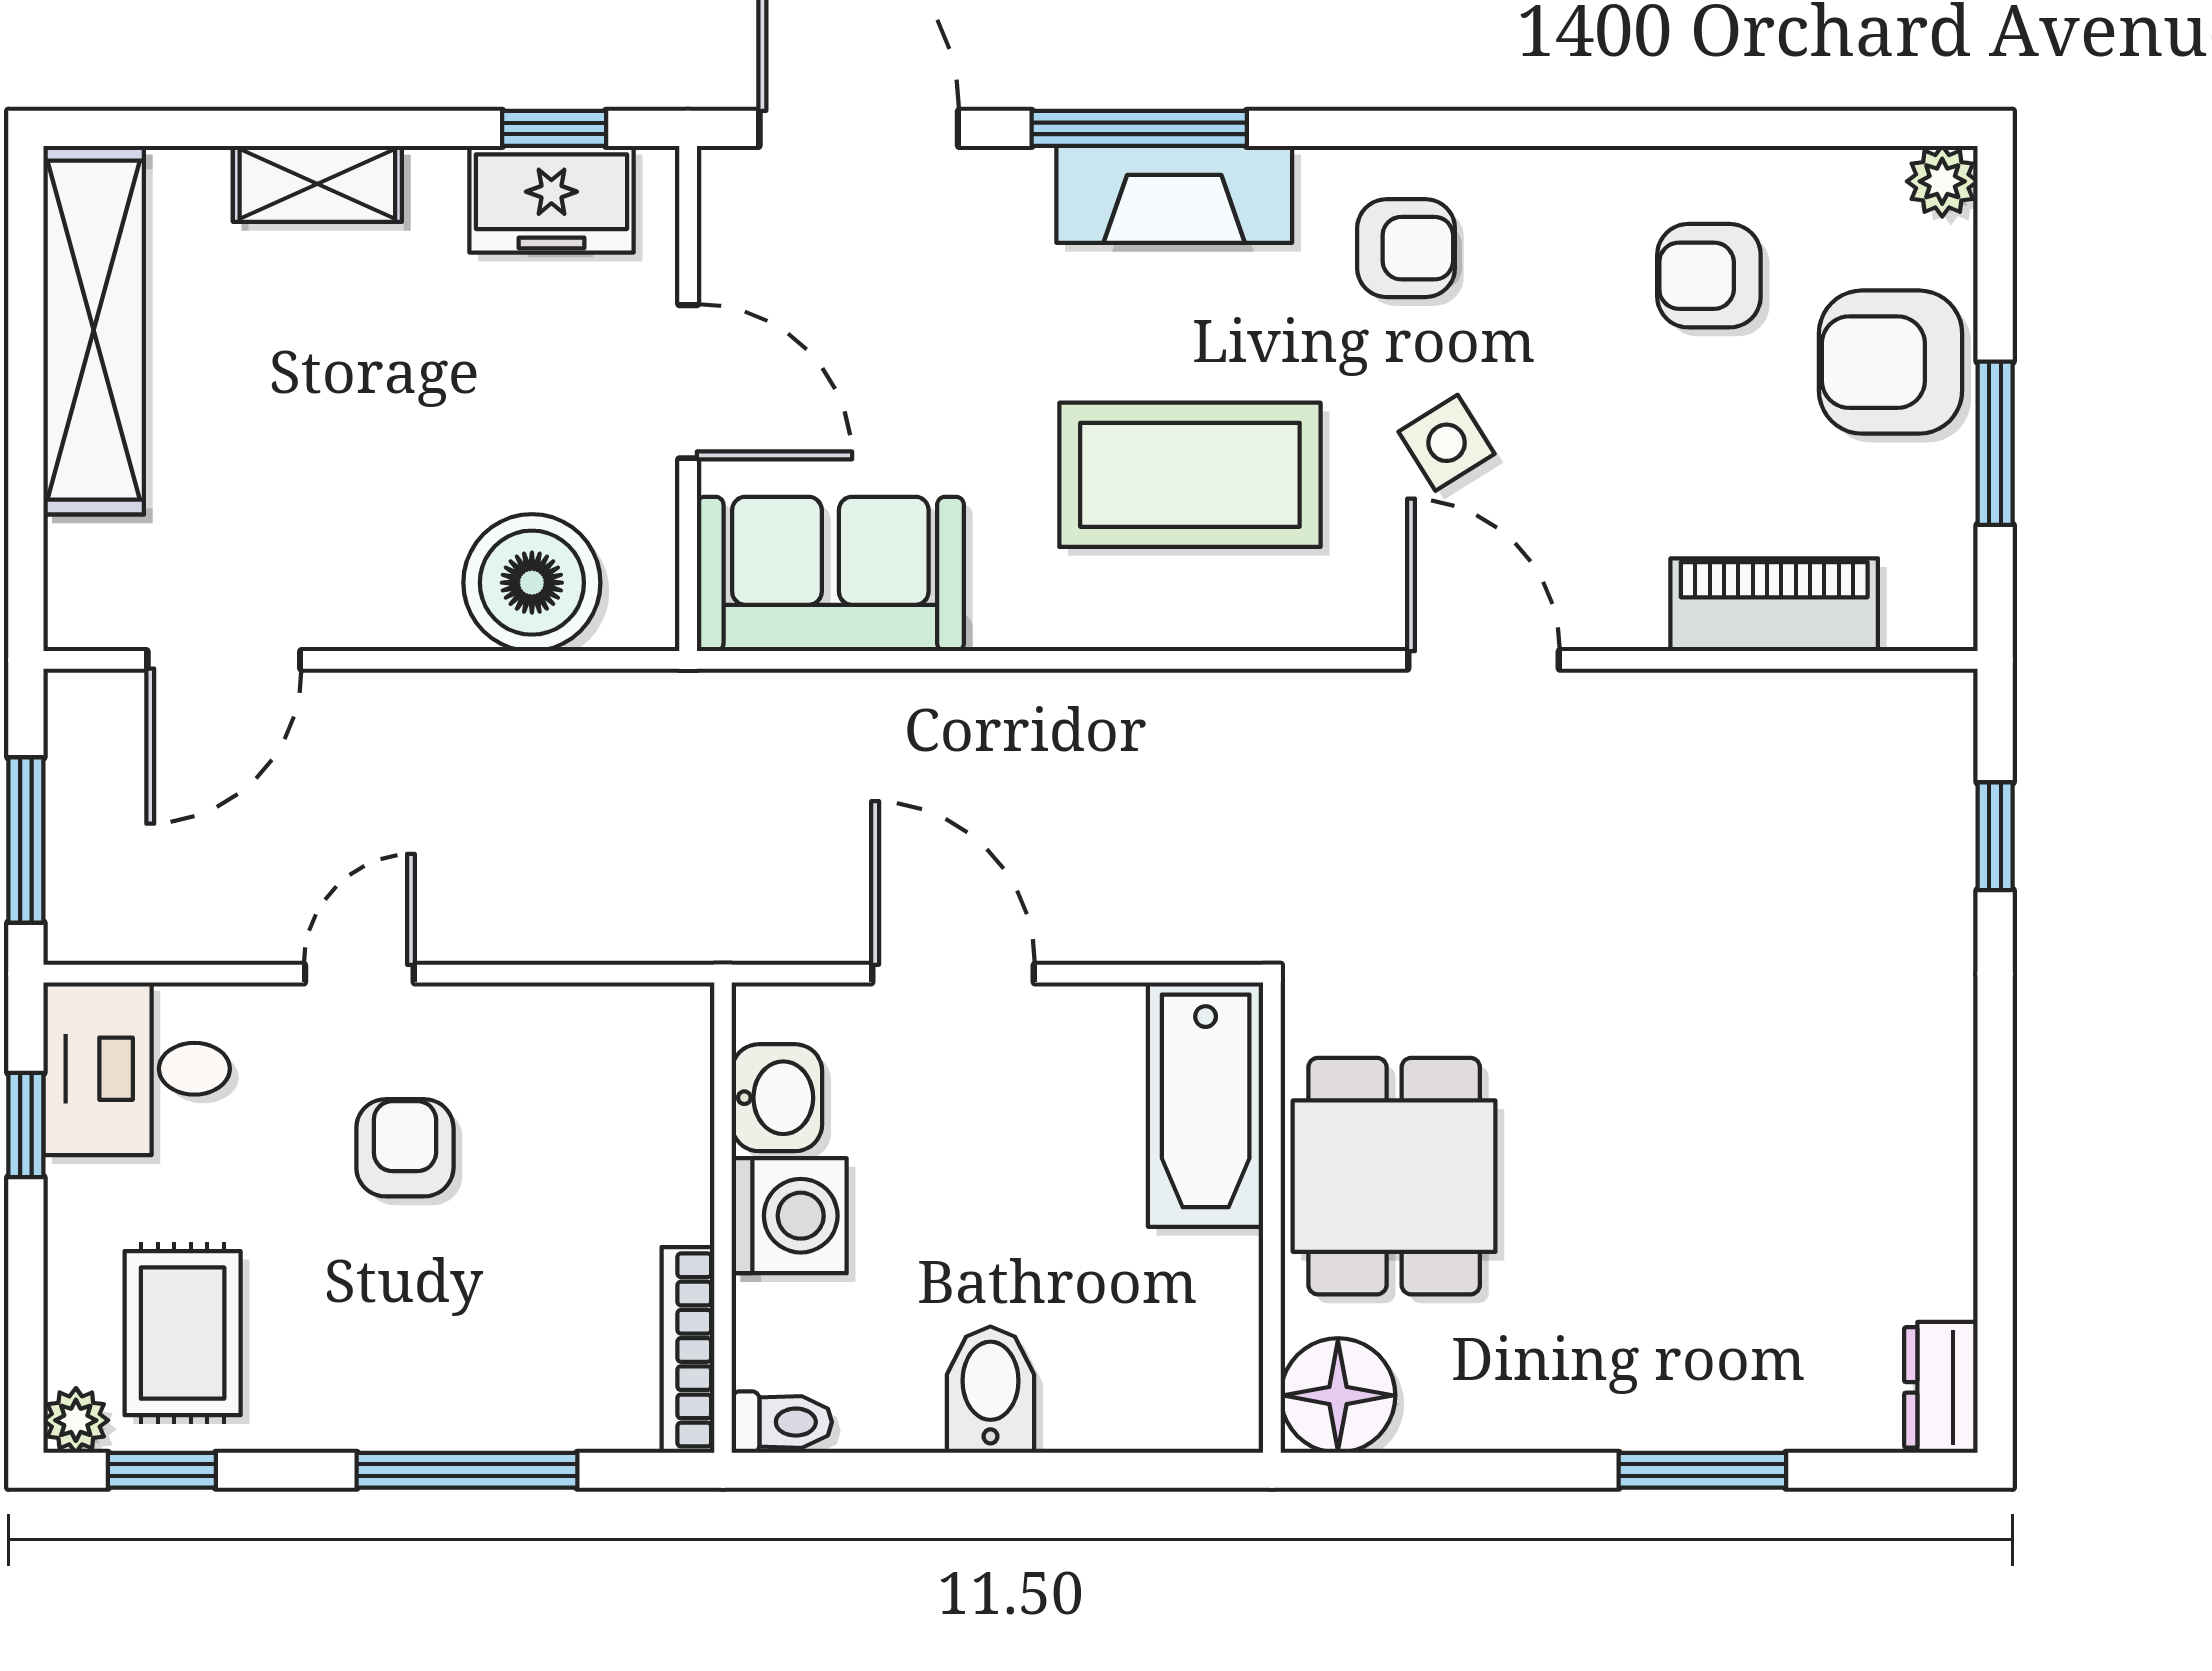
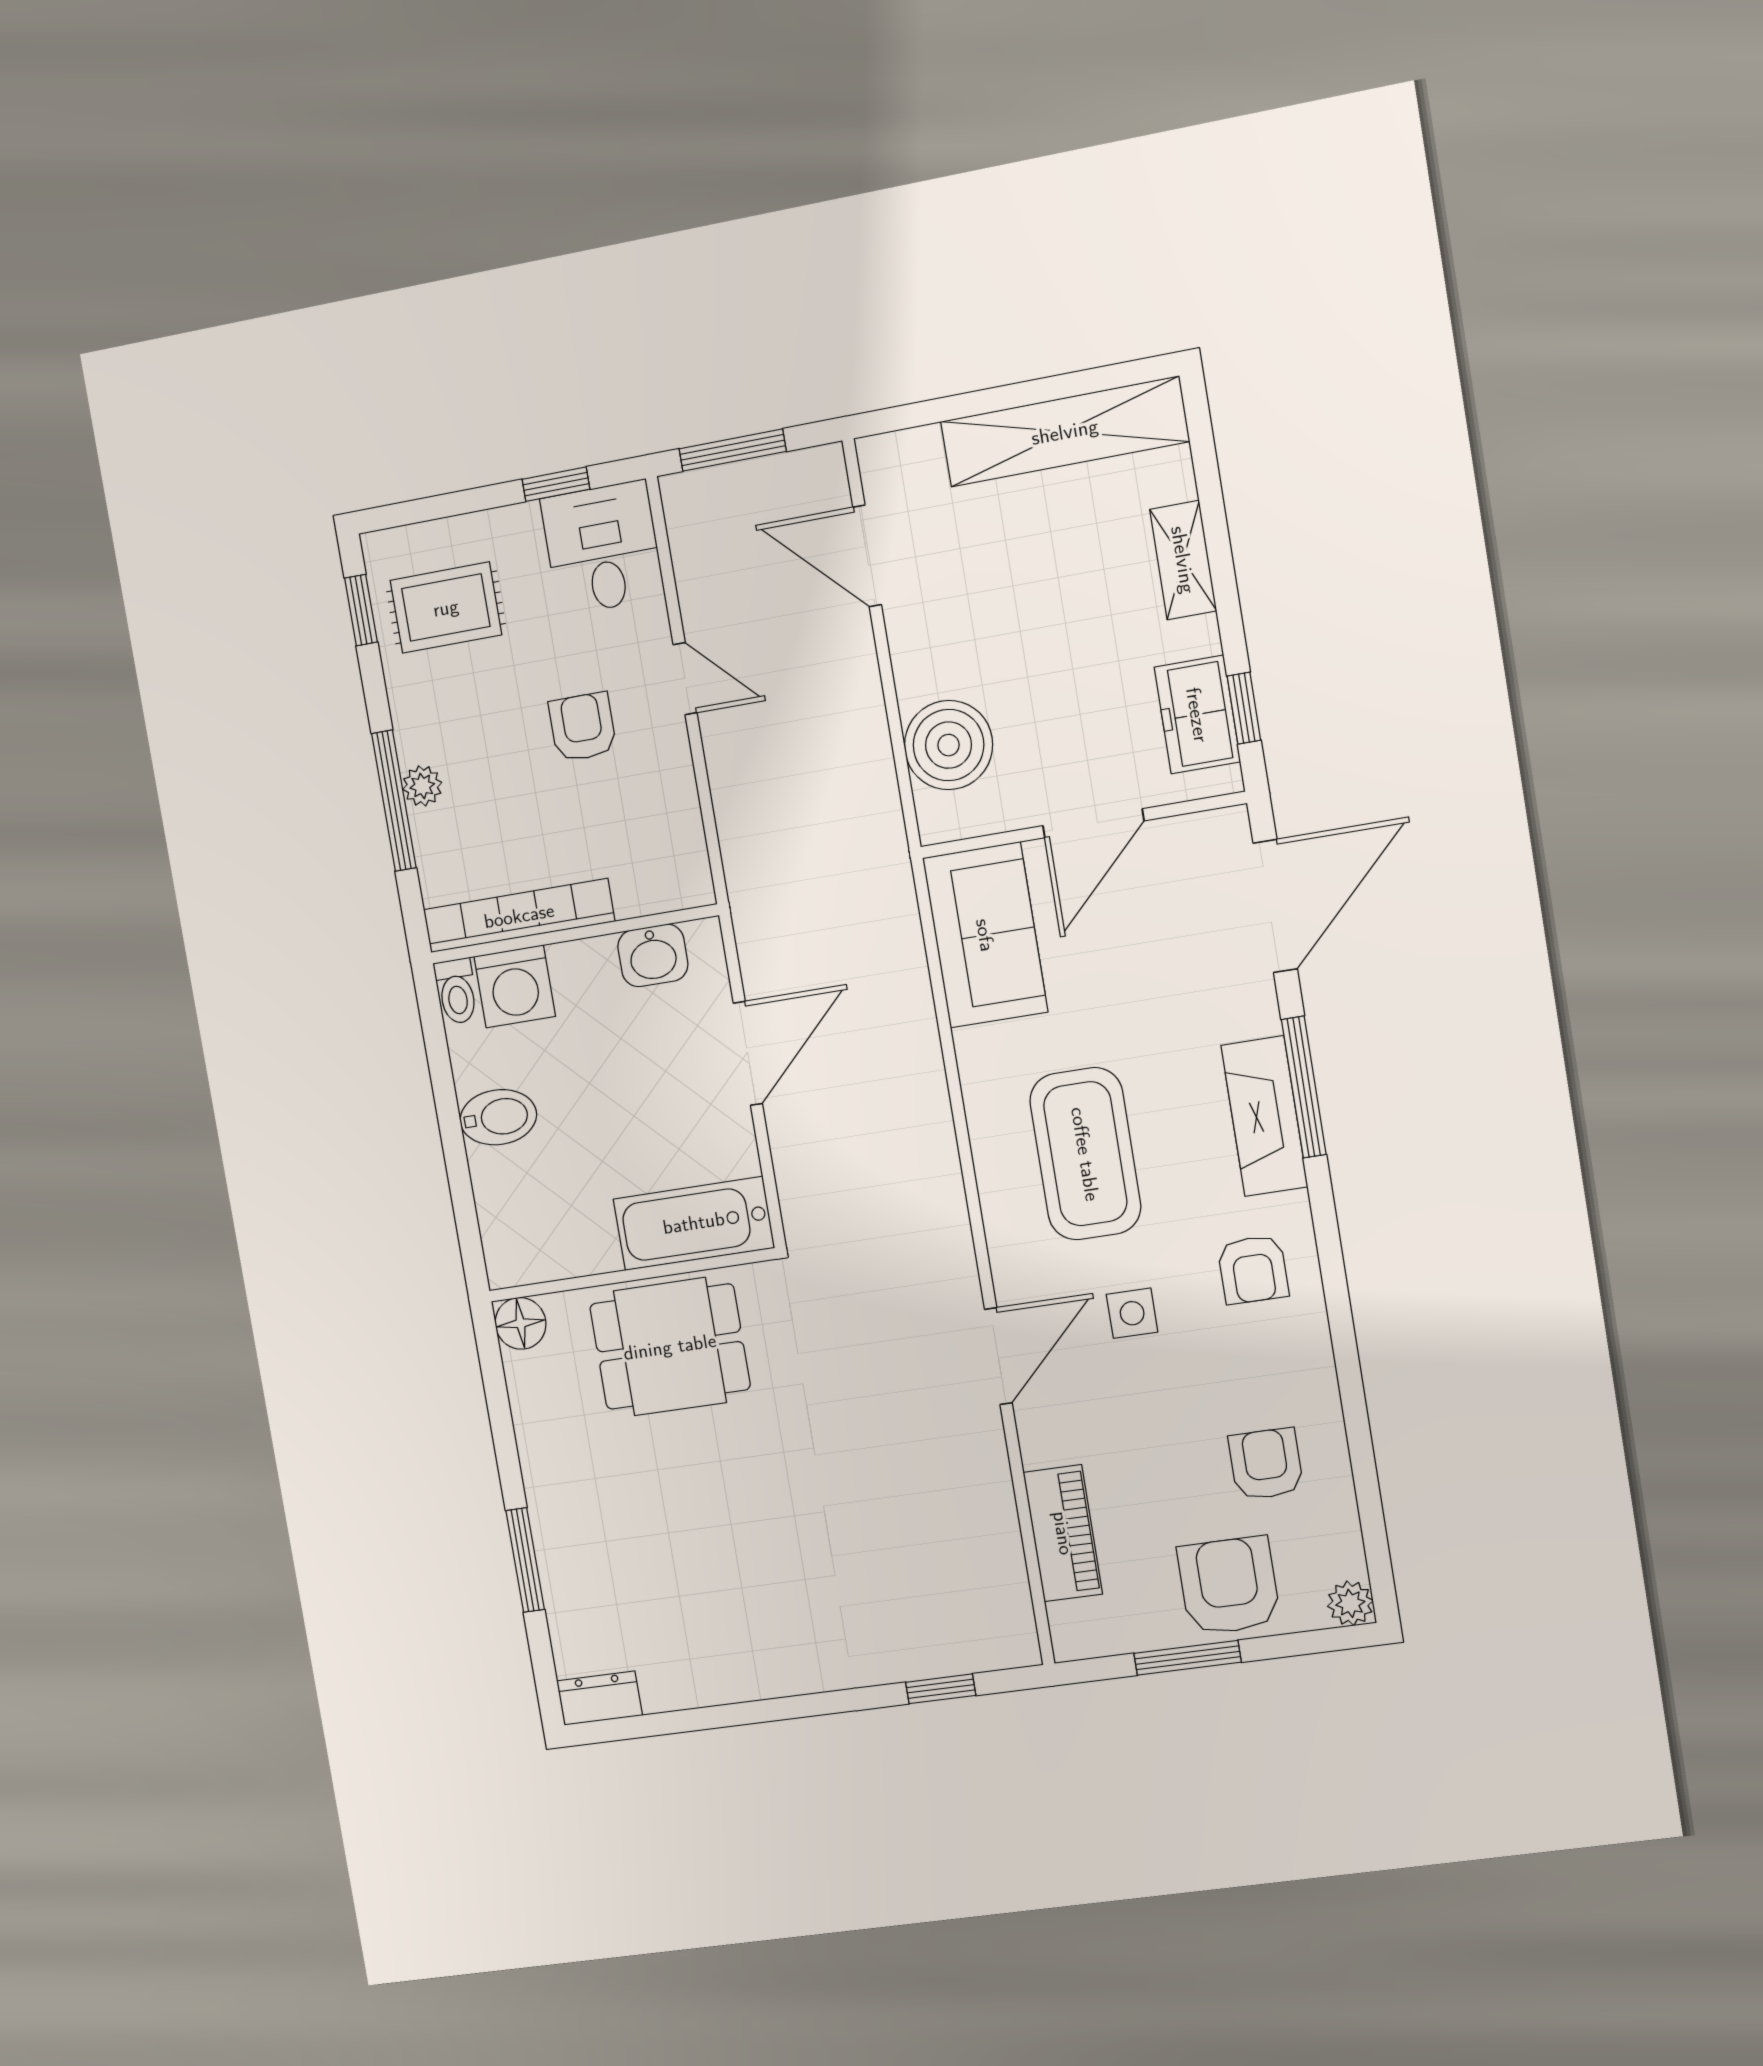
side table: (1447, 443) -> (1132, 1313), turned 32
armchair: (405, 1148) -> (583, 727), turned -90
washing machine: (789, 1216) -> (515, 986), moved
bookcase: (688, 1350) -> (519, 916), width x1.48, depth x1.31
floor lamp: (1338, 1395) -> (520, 1323), width x0.73, depth x0.73
plant: (76, 1420) -> (422, 786), moved

